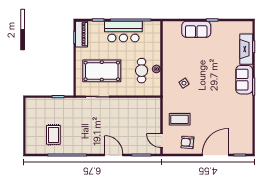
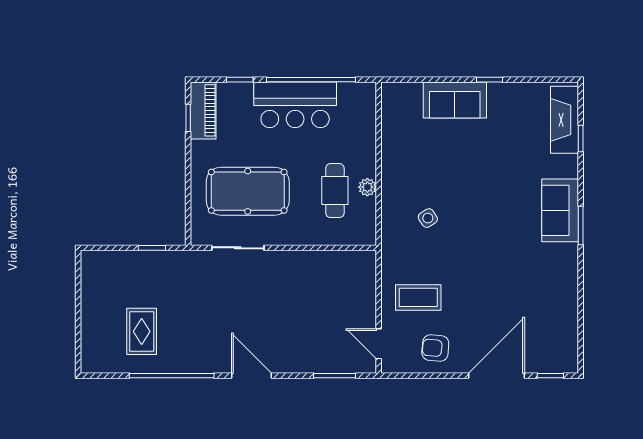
fireplace: (246, 49) -> (564, 120), moved
door: (114, 155) -> (251, 376), moved

